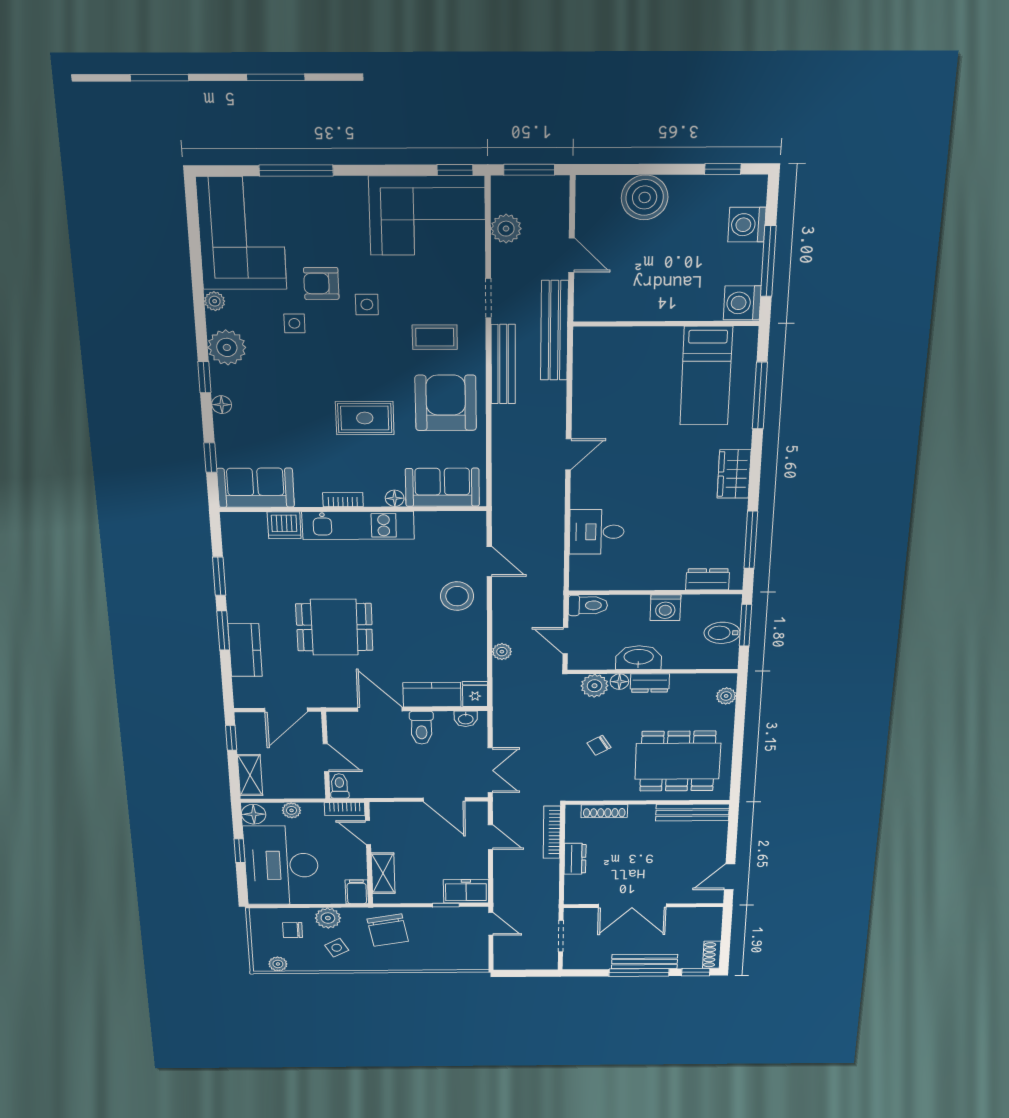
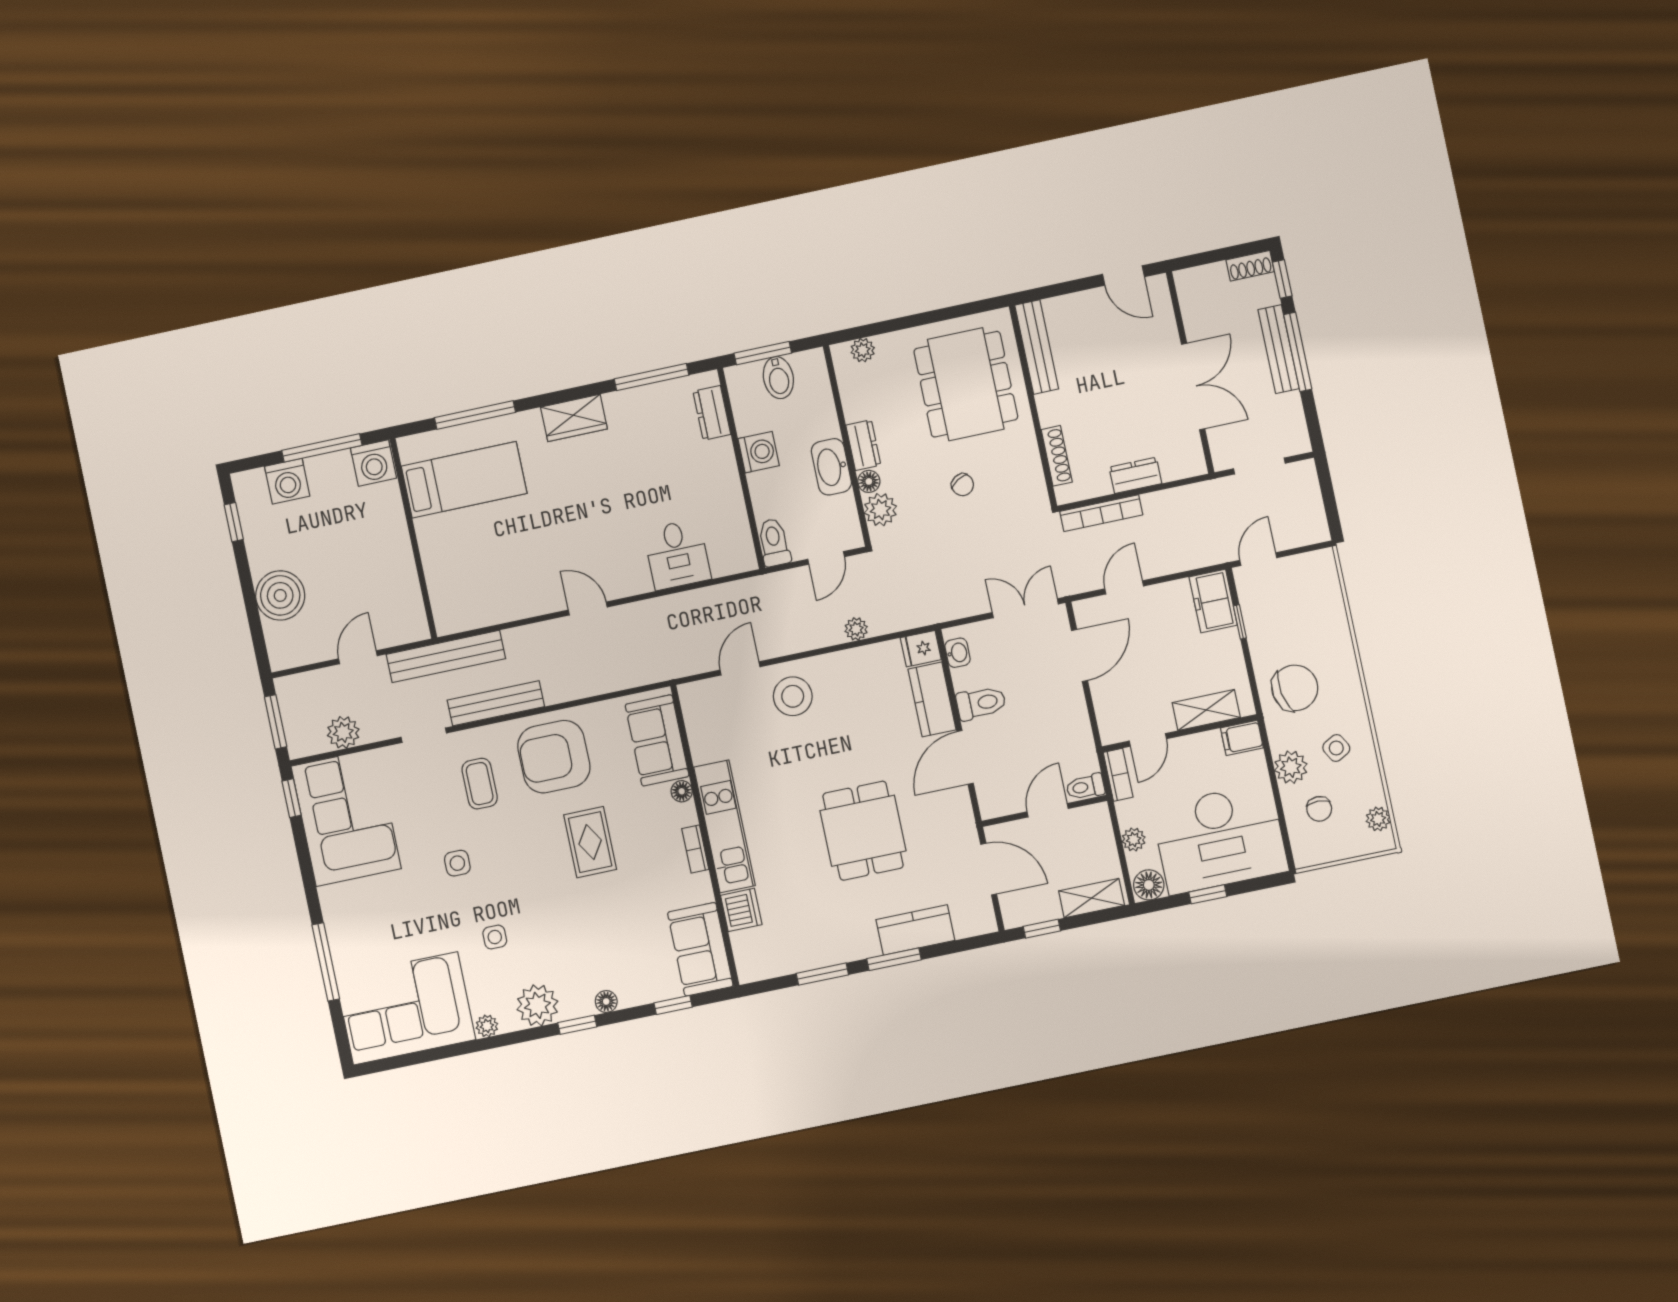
armchair: (321, 283) -> (444, 916), removed

